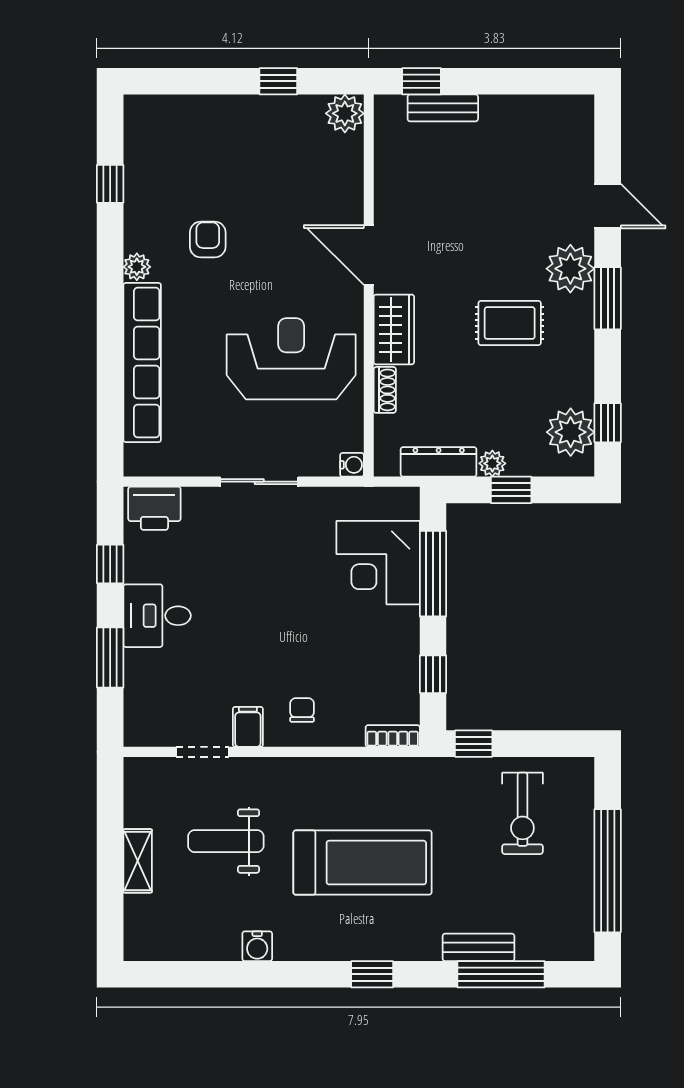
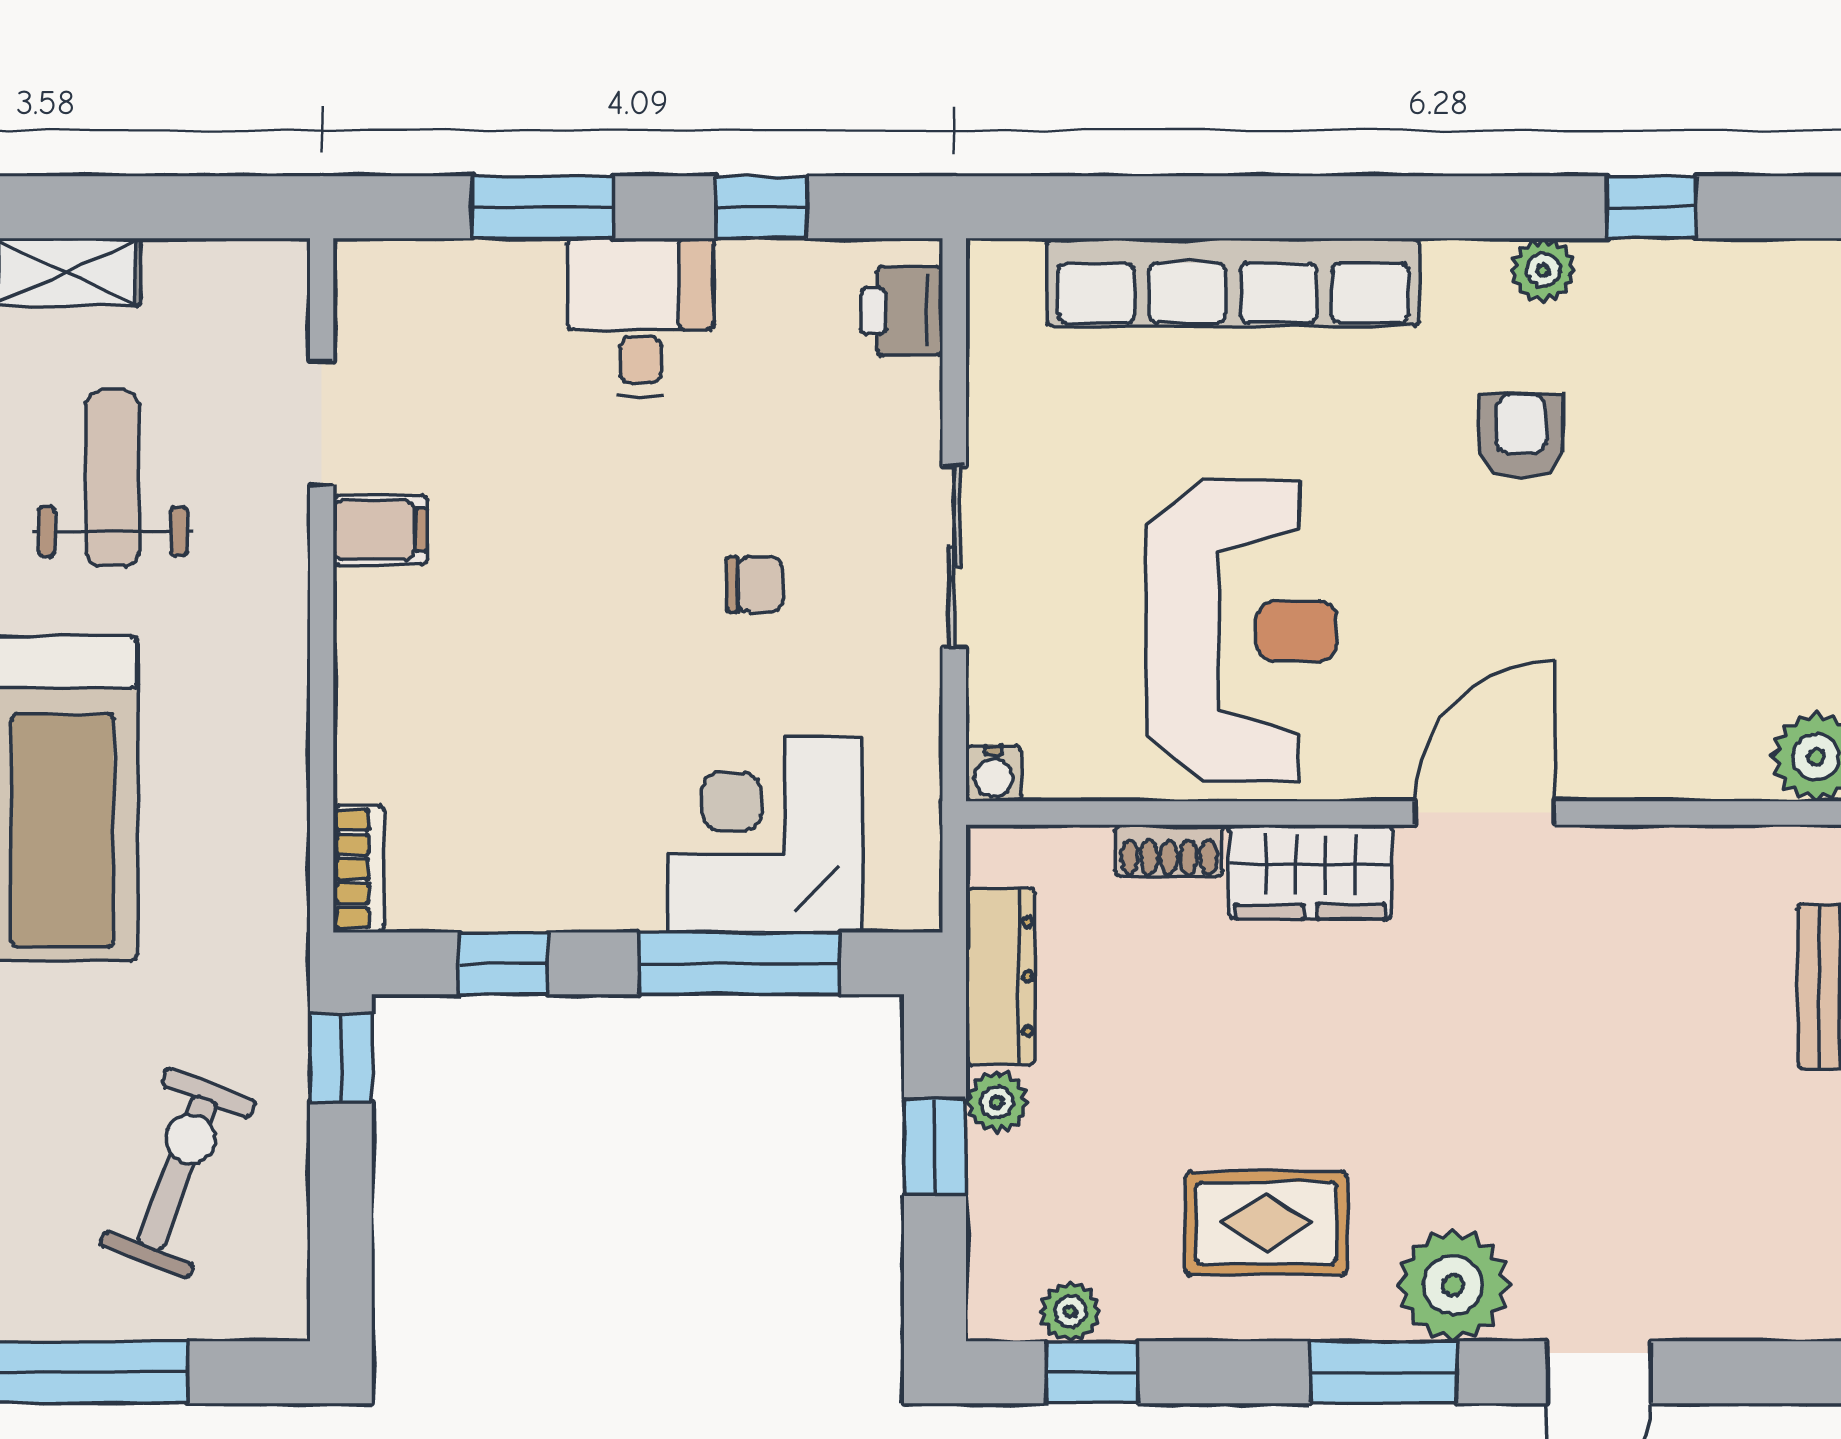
armchair: (208, 240) -> (1521, 436), turned -90
plant: (137, 267) -> (1543, 270), moved
rug: (510, 323) -> (1266, 1223), moved, turned 90
plant: (571, 432) -> (1070, 1312), width x0.53, depth x0.53
printer: (154, 508) -> (902, 311), width x0.73, depth x0.81
chair: (302, 710) -> (755, 584), moved
exercise bike: (522, 813) -> (178, 1173), turned 111

